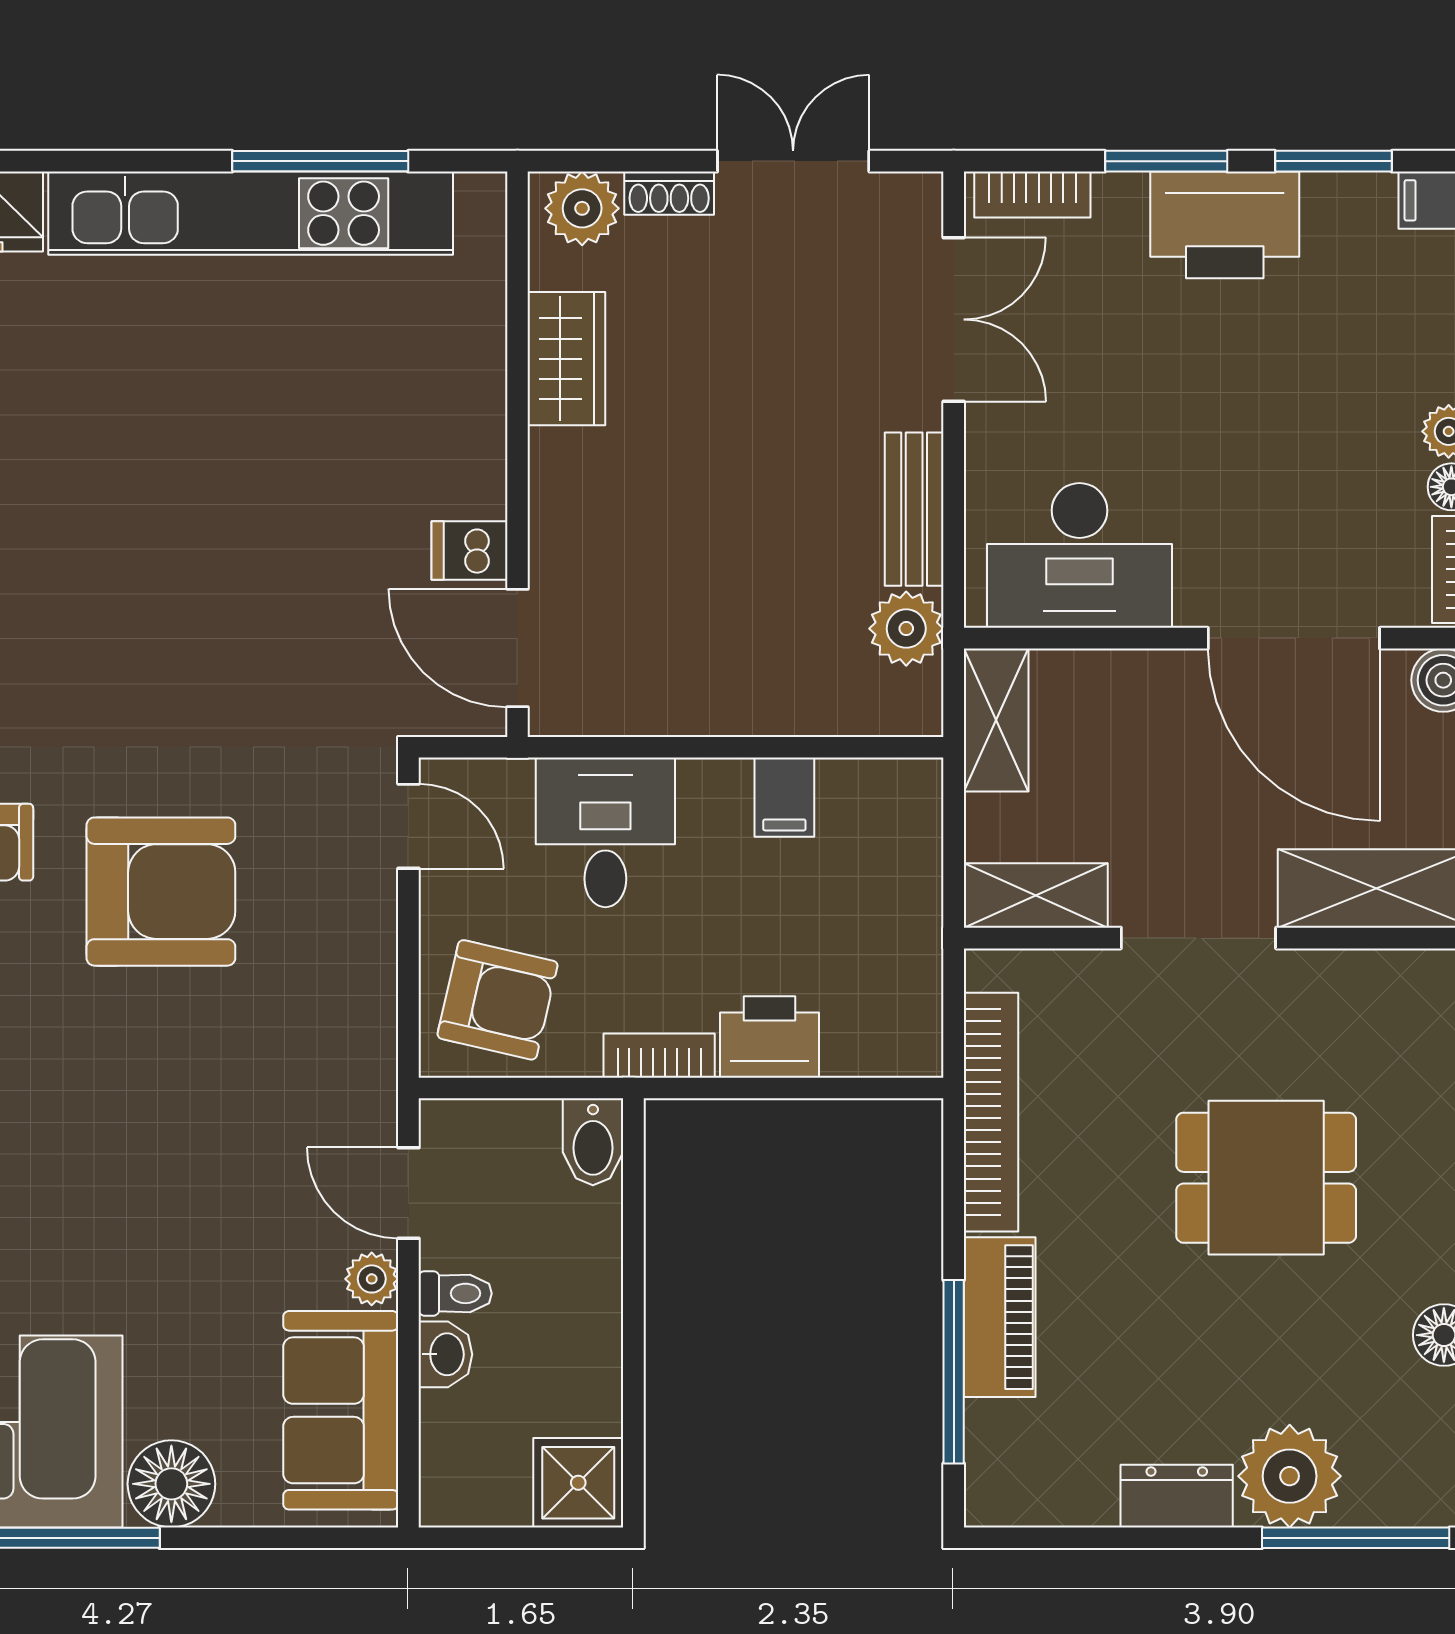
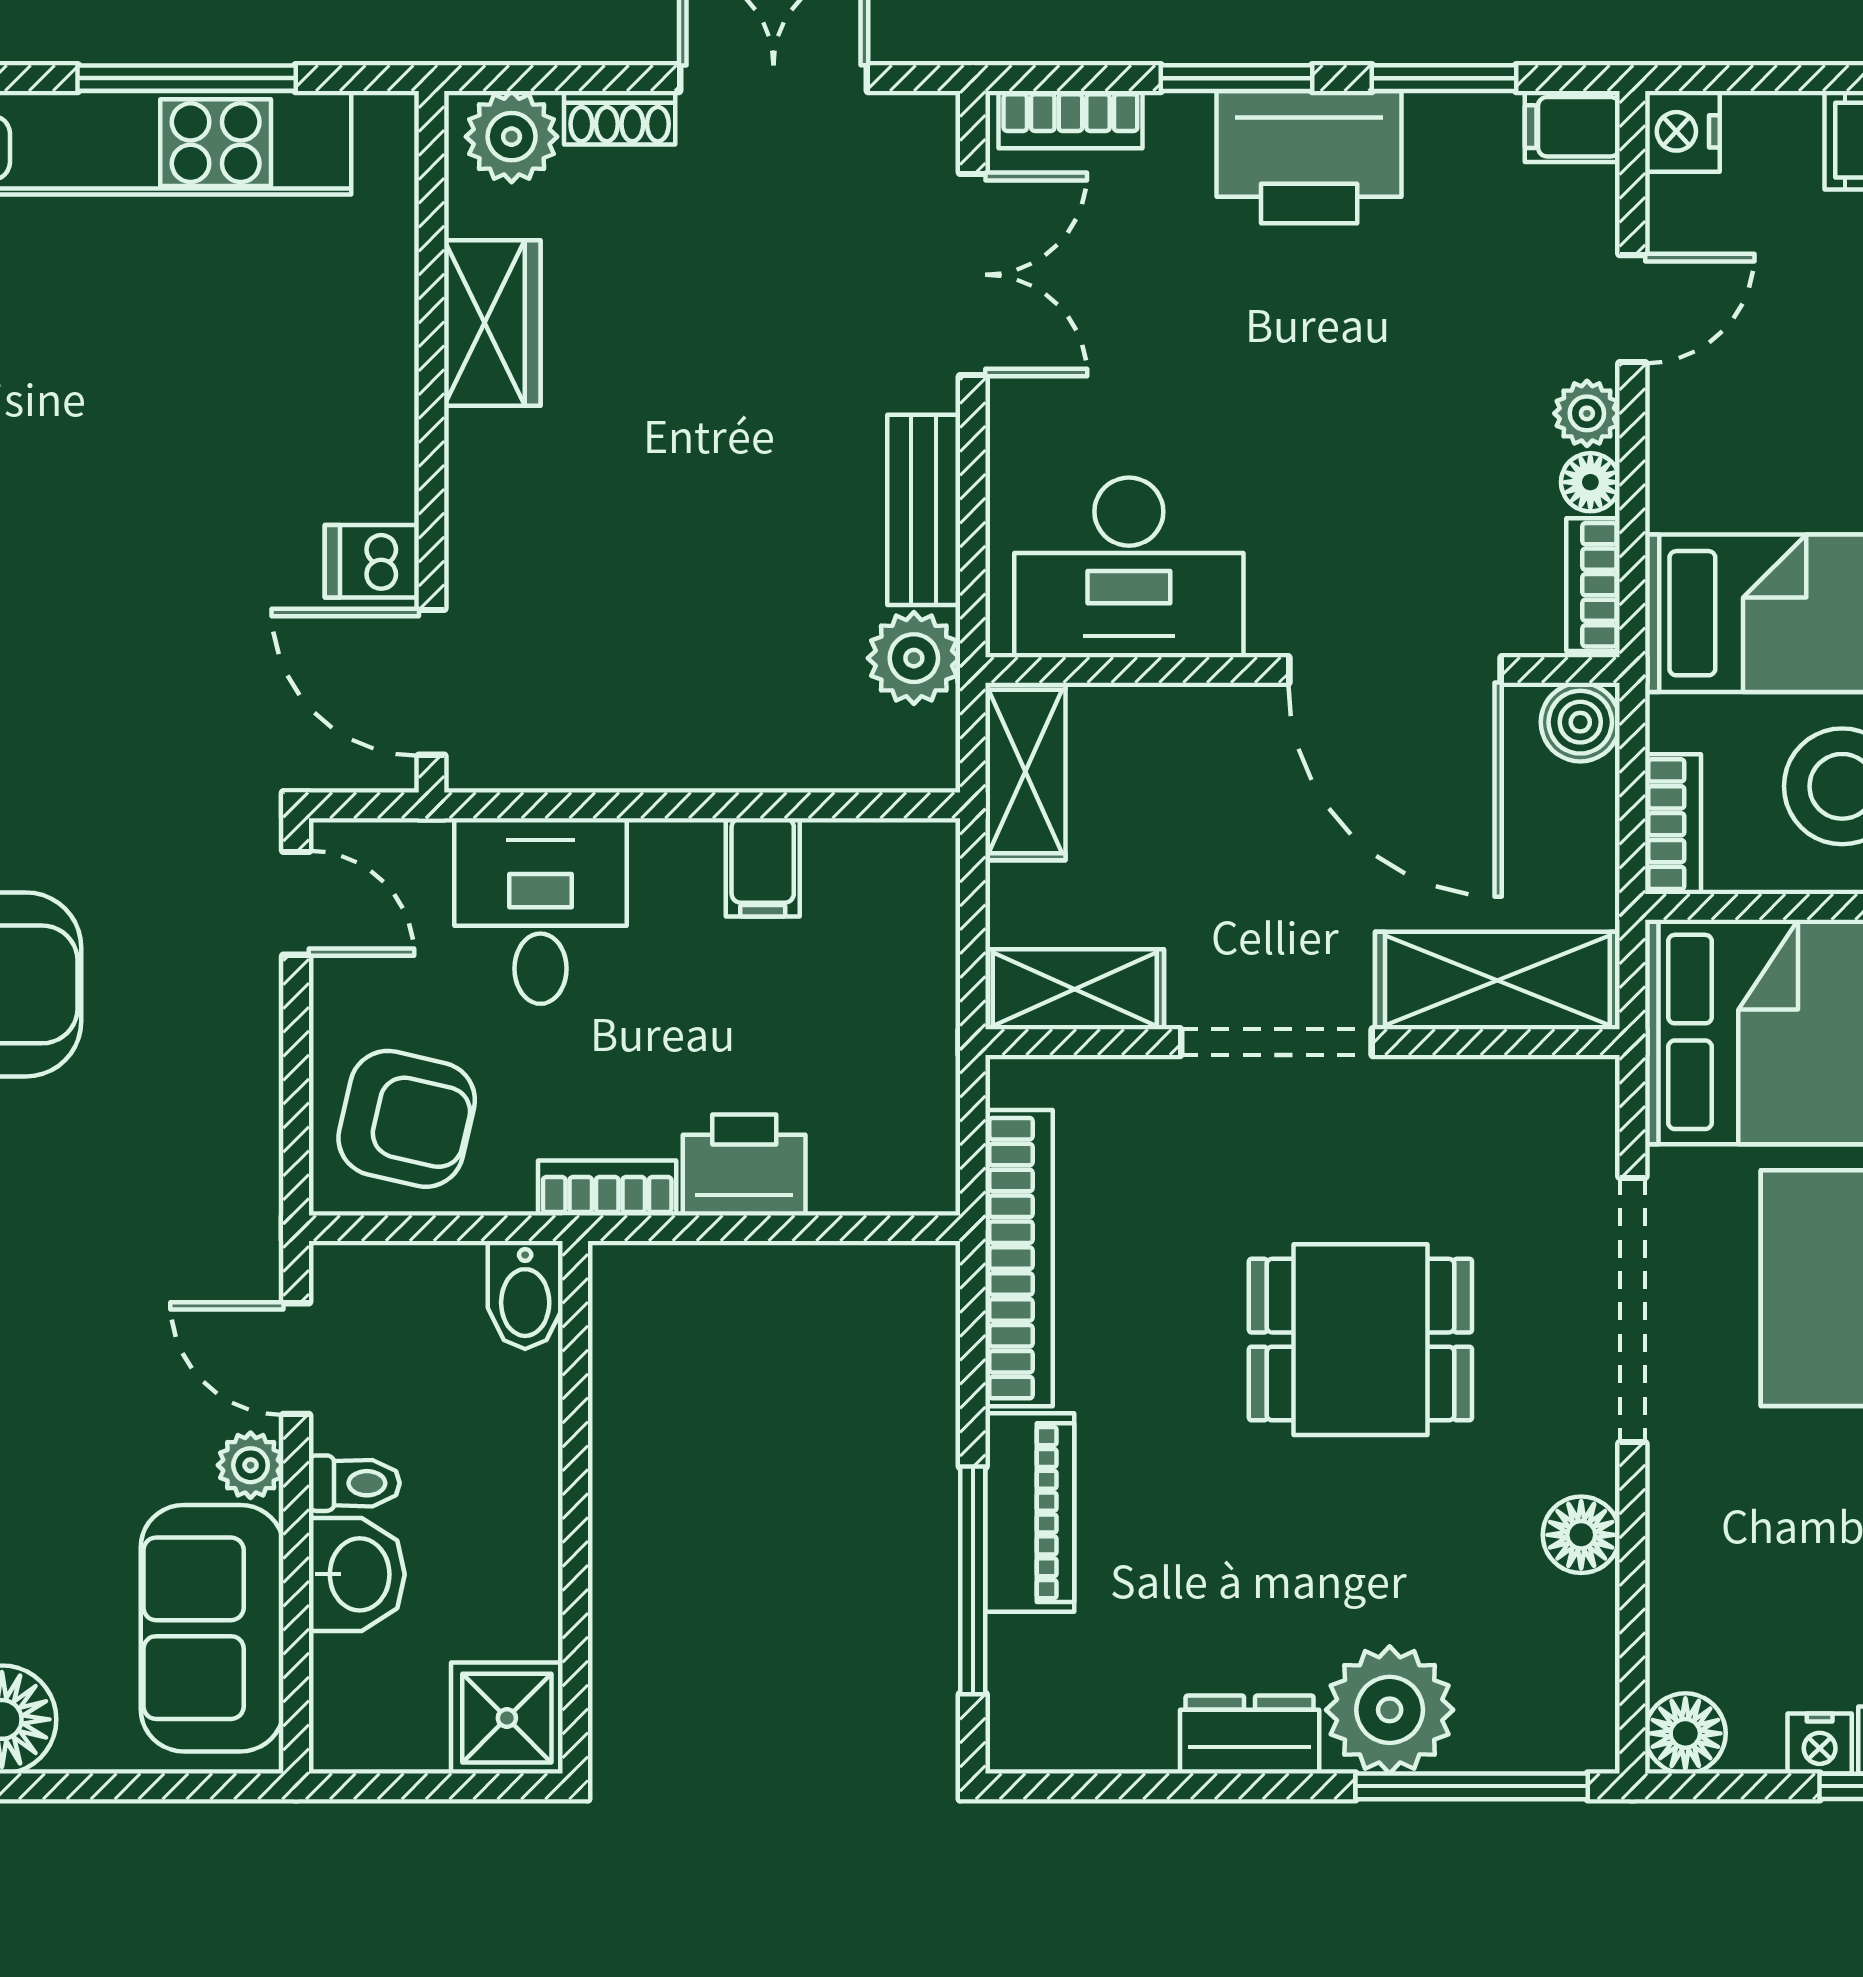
washbasin: (445, 1354) -> (357, 1574), width x1.38, depth x1.45

